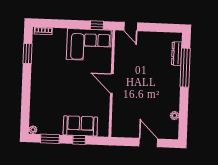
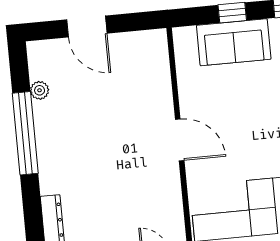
window: (185, 68) -> (25, 133), moved

